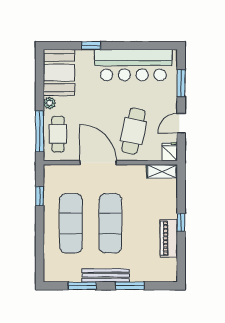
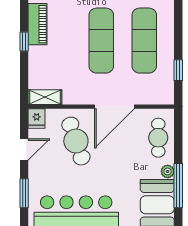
window: (40, 131) -> (178, 186), moved
cafe table: (134, 131) -> (76, 141), turned -31
door: (98, 163) -> (115, 107), hinge flipped

